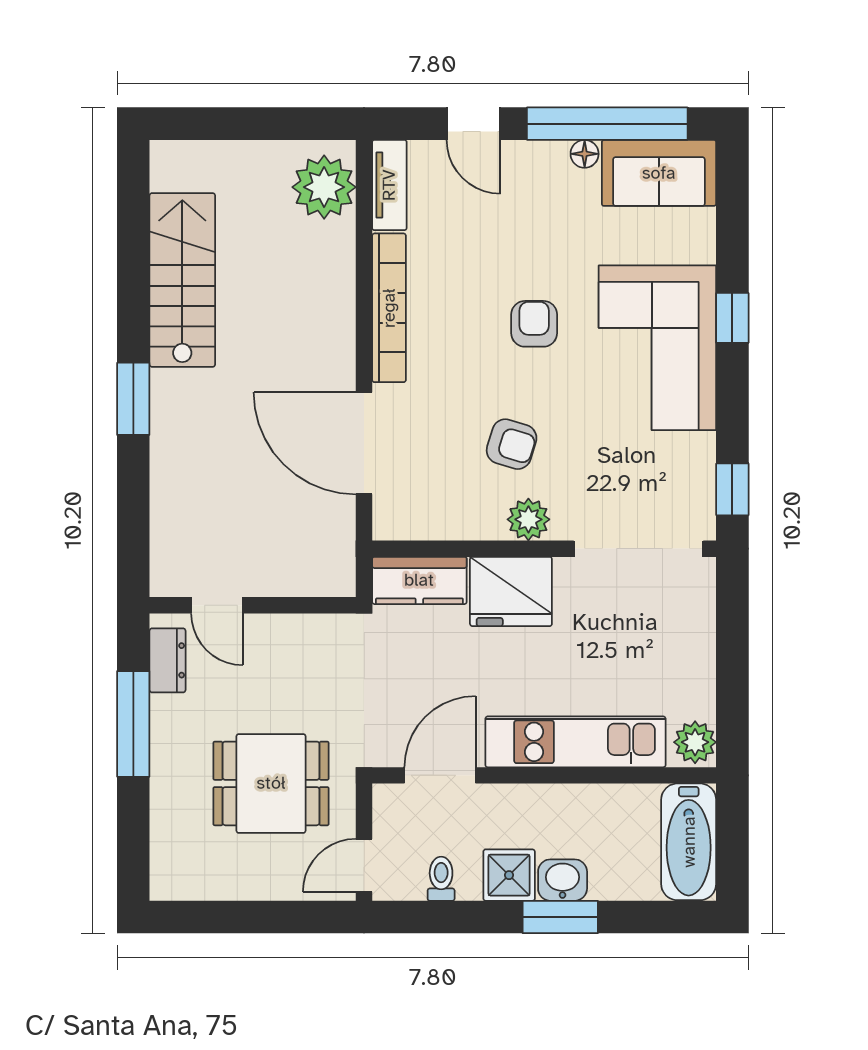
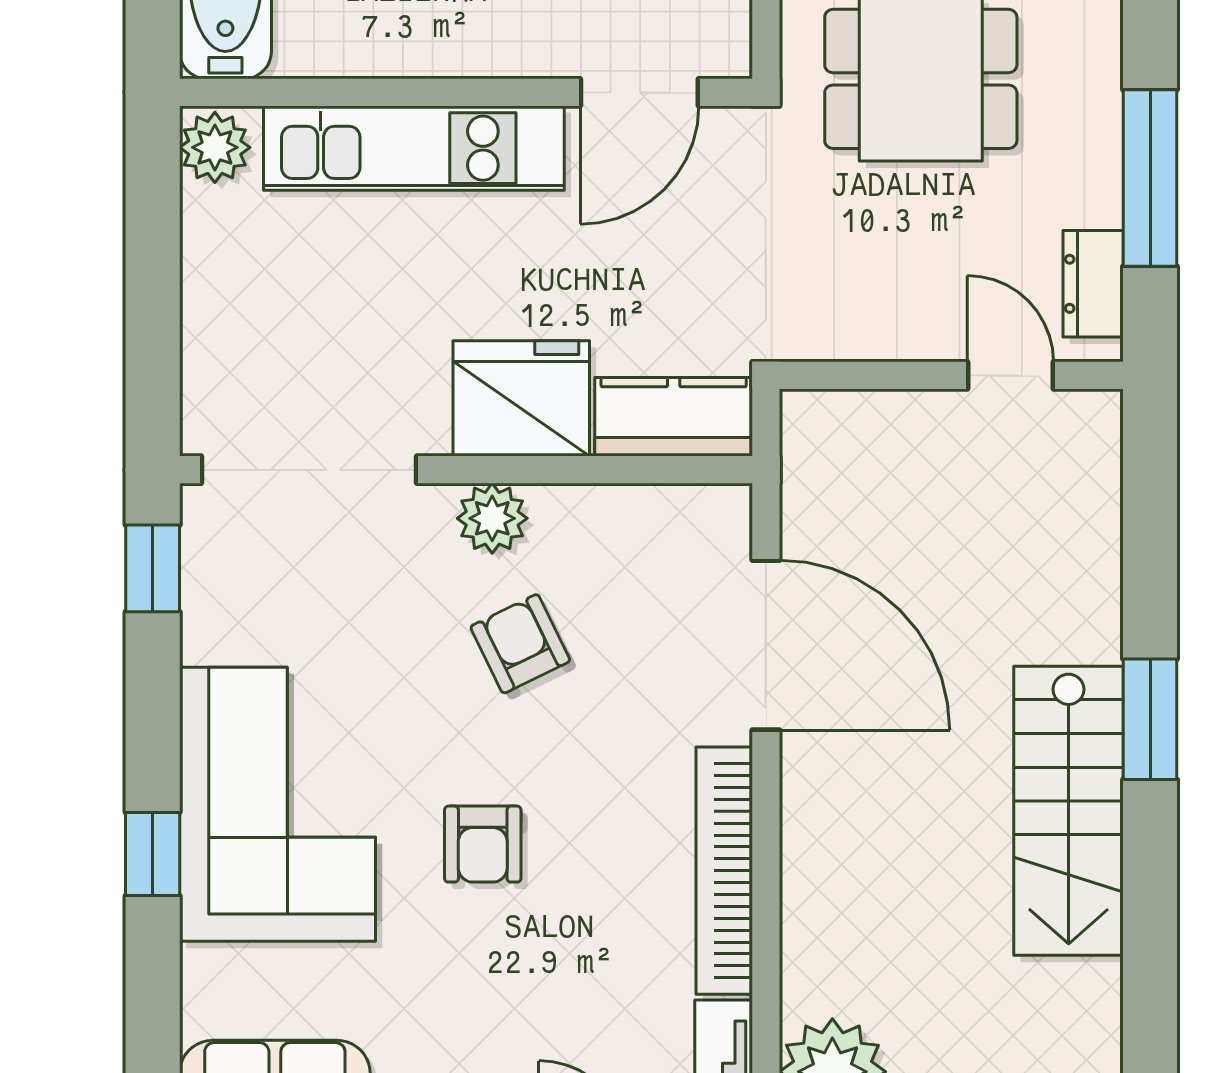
stairs: (182, 280) -> (1069, 811), moved
armchair: (512, 444) -> (520, 644), turned 47

